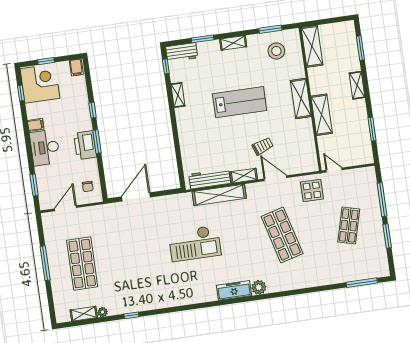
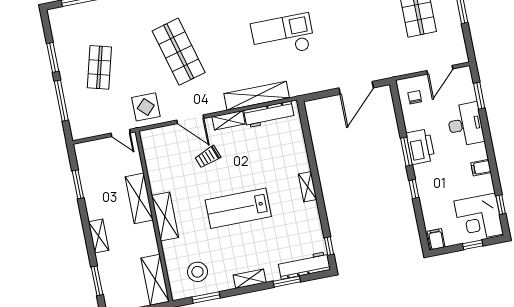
workbench: (182, 52) -> (304, 265), width x1.38
shelving: (178, 95) -> (308, 187), moved
desk: (45, 148) -> (465, 124), moved

